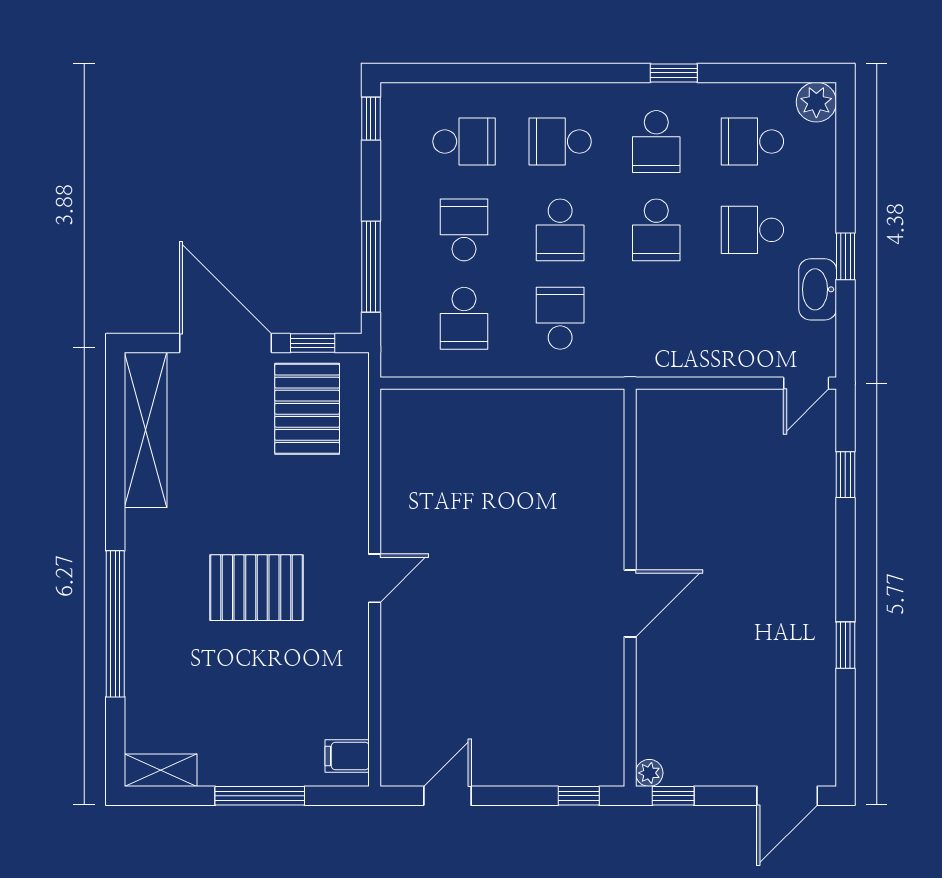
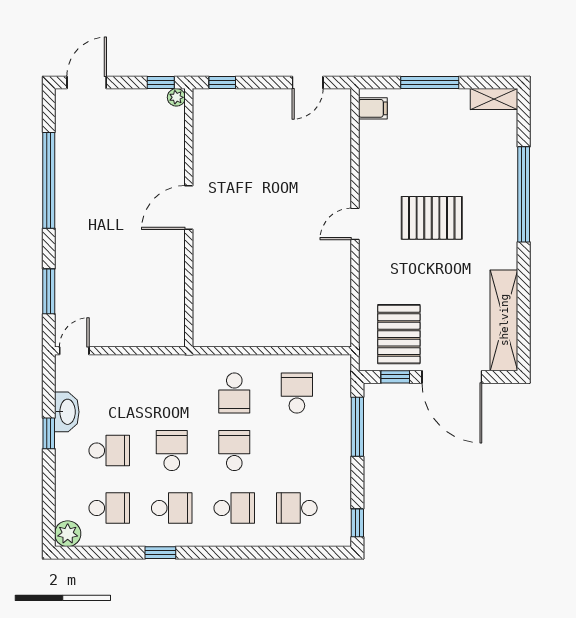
school desk: (656, 142) -> (172, 508), turned 90
school desk: (464, 230) -> (297, 451), removed
window: (845, 475) -> (49, 291), width x1.50
window: (845, 645) -> (49, 180), width x3.17

